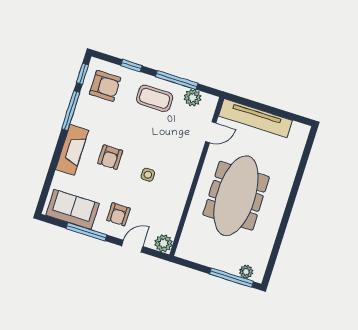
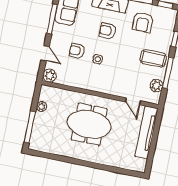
armchair: (105, 86) -> (143, 22), moved
coffee table: (155, 98) -> (153, 58), turned 90
meeting table: (236, 196) -> (89, 124), width x0.73
armchair: (118, 214) -> (77, 51), moved
plant: (246, 272) -> (42, 106), moved

